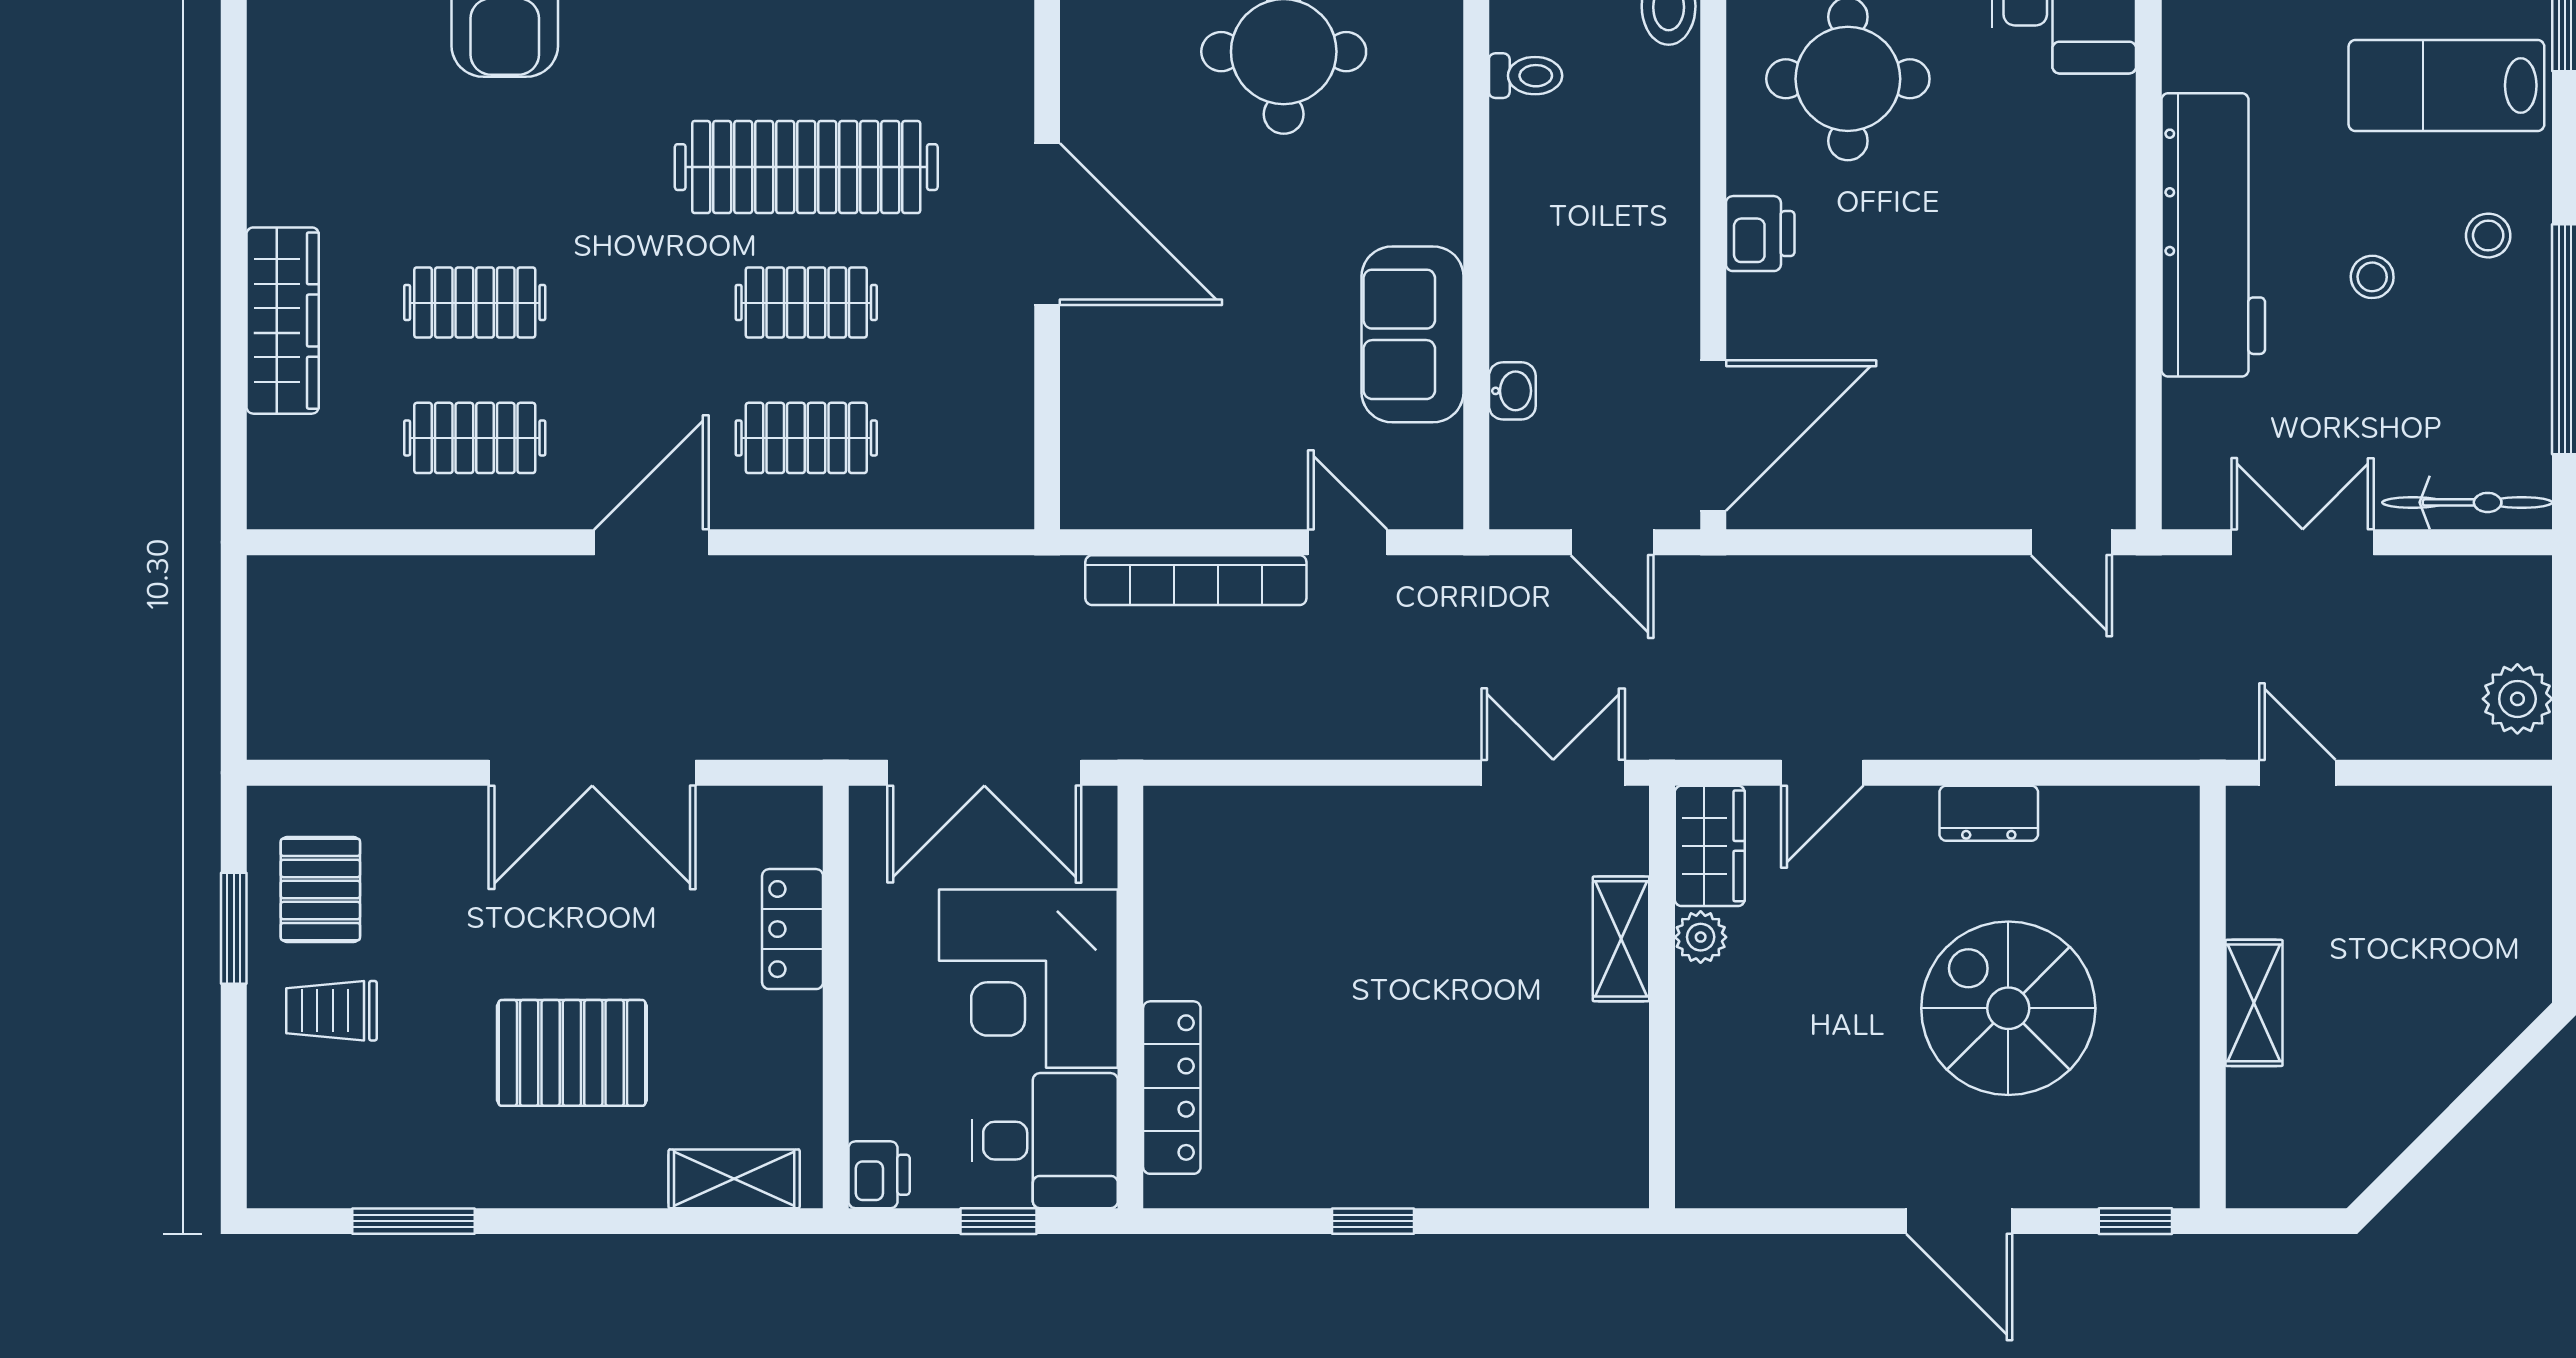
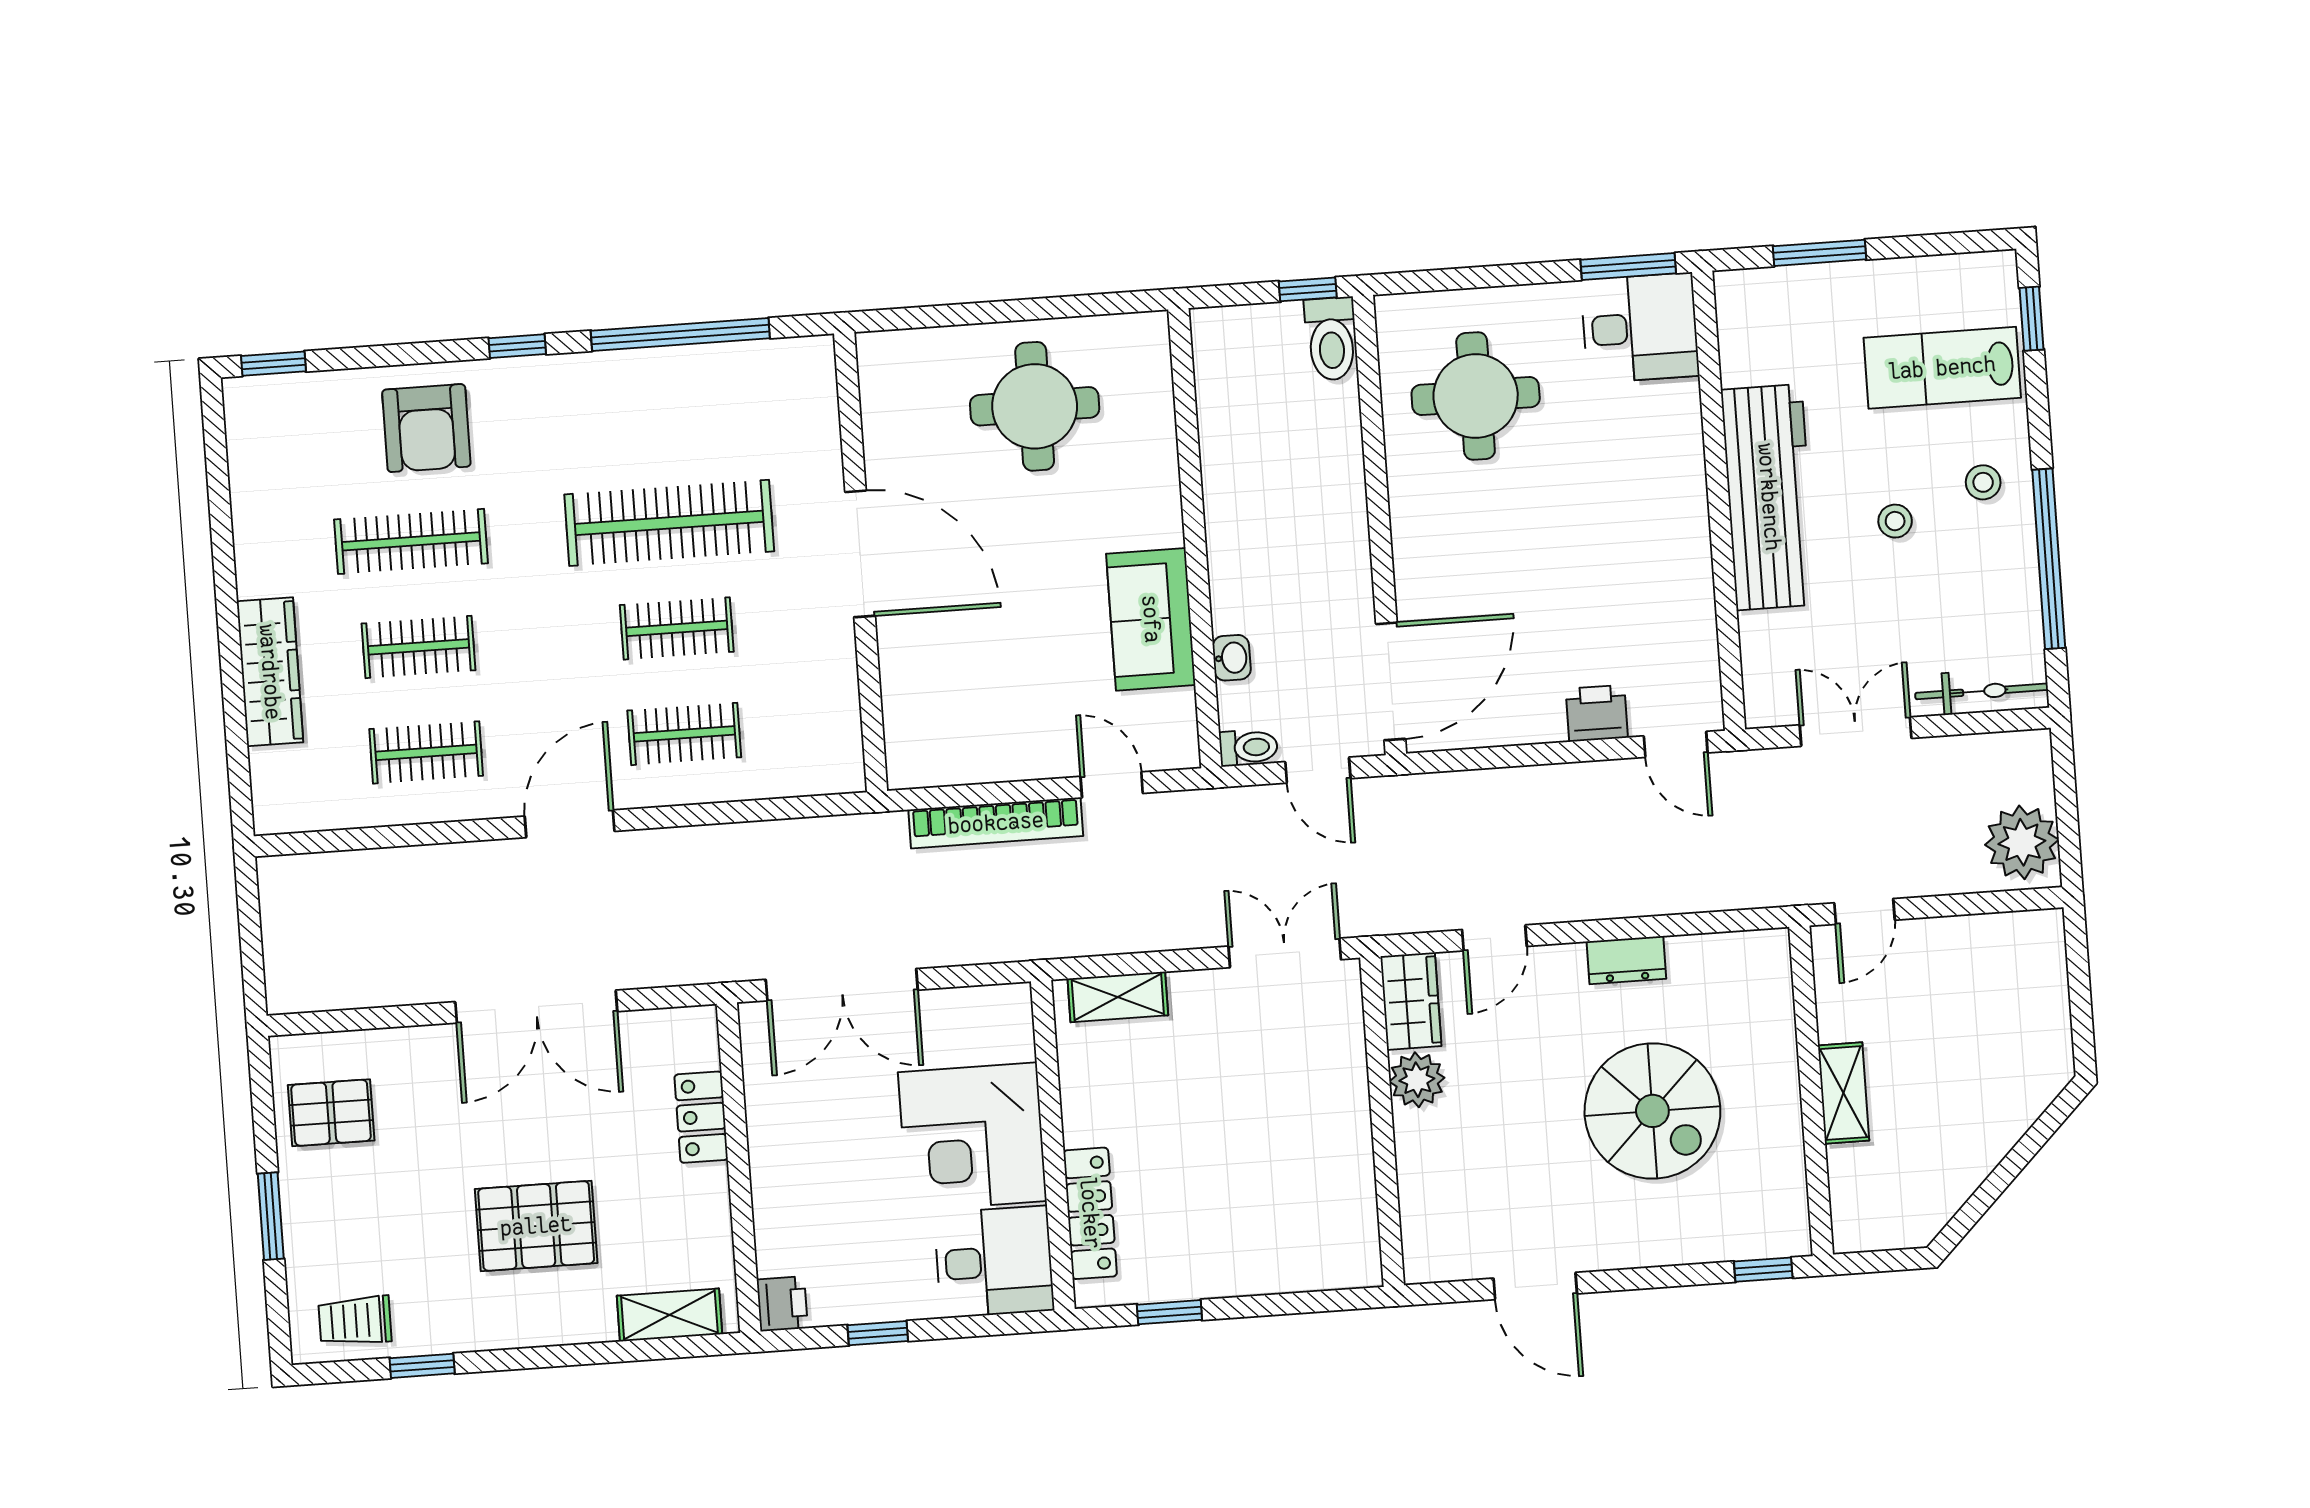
toilet: (1526, 76) -> (1248, 747), moved
clothes rail: (475, 167) -> (411, 541), added
printer: (1760, 234) -> (1597, 713), moved, turned -90
plant: (2517, 699) -> (2022, 842), width x1.36, depth x1.36
door: (2297, 773) -> (1864, 911), swing flipped
pallet: (320, 890) -> (331, 1113), turned 90
window: (234, 928) -> (271, 1216), moved
plant: (1701, 937) -> (1417, 1080), width x1.38, depth x1.38
shelving: (1621, 939) -> (1118, 997), moved, turned 90
corner desk: (1028, 979) -> (972, 1137), moved
wall: (1130, 997) -> (1053, 1145), moved
spiral stairs: (2008, 1008) -> (1652, 1111), turned 180
trolley: (331, 1011) -> (355, 1321), moved
locker: (1172, 1088) -> (1090, 1213), moved
desk: (1045, 1141) -> (994, 1262), moved
window: (414, 1221) -> (422, 1366), width x0.67
door: (1959, 1221) -> (1535, 1286), moved

